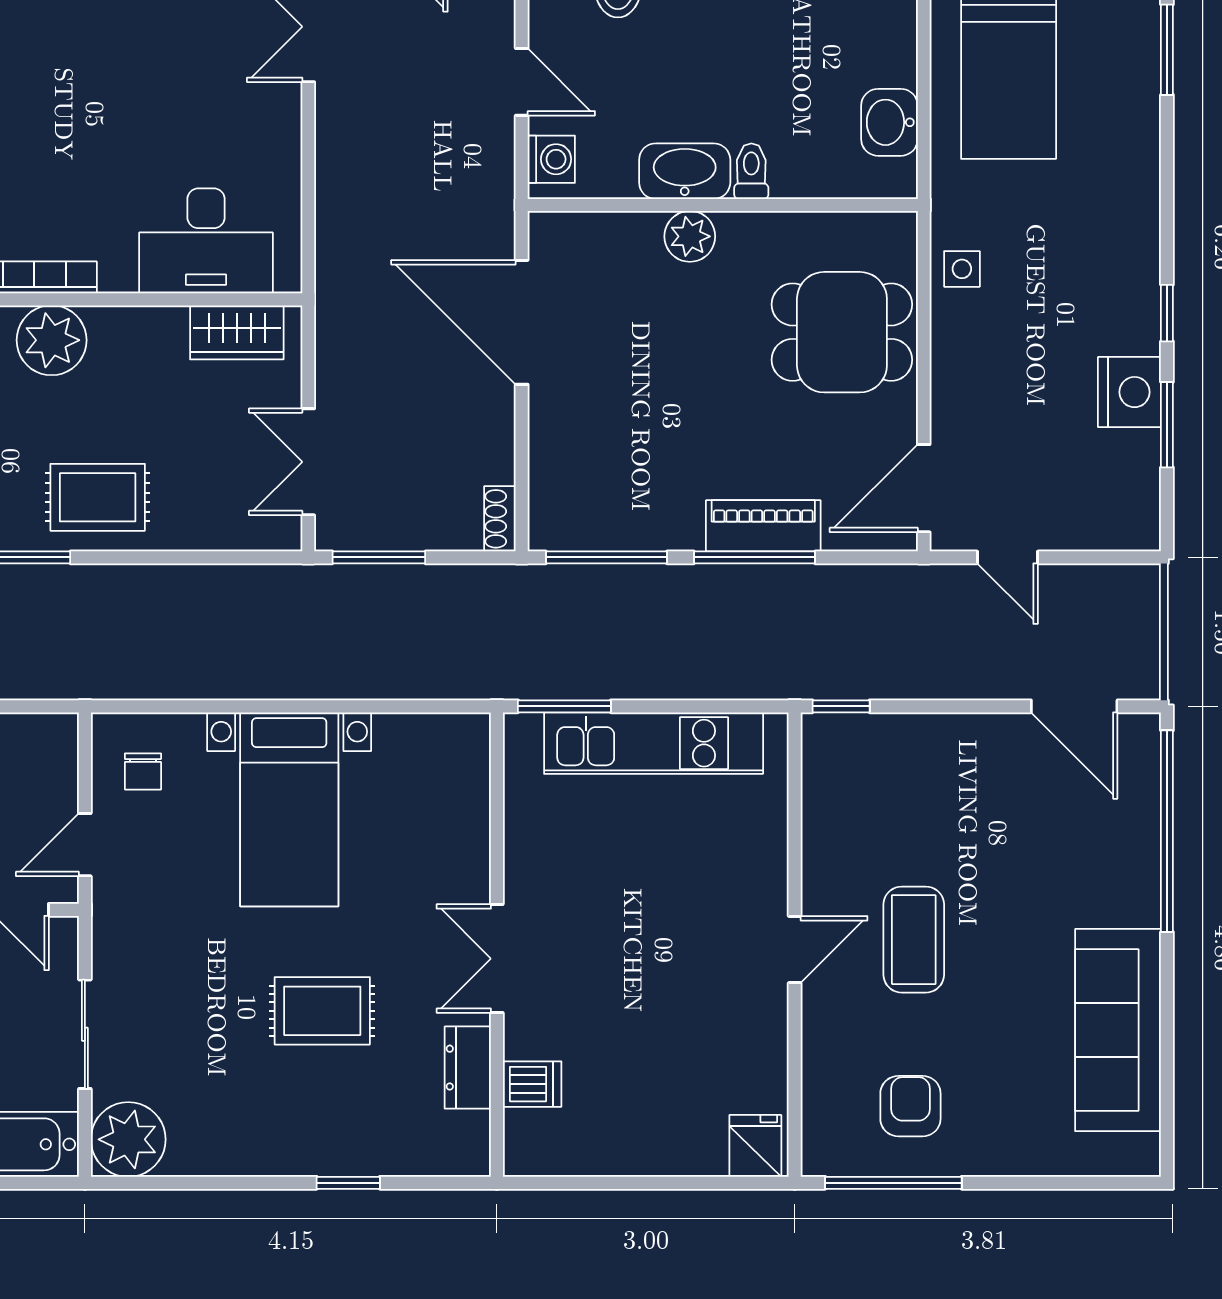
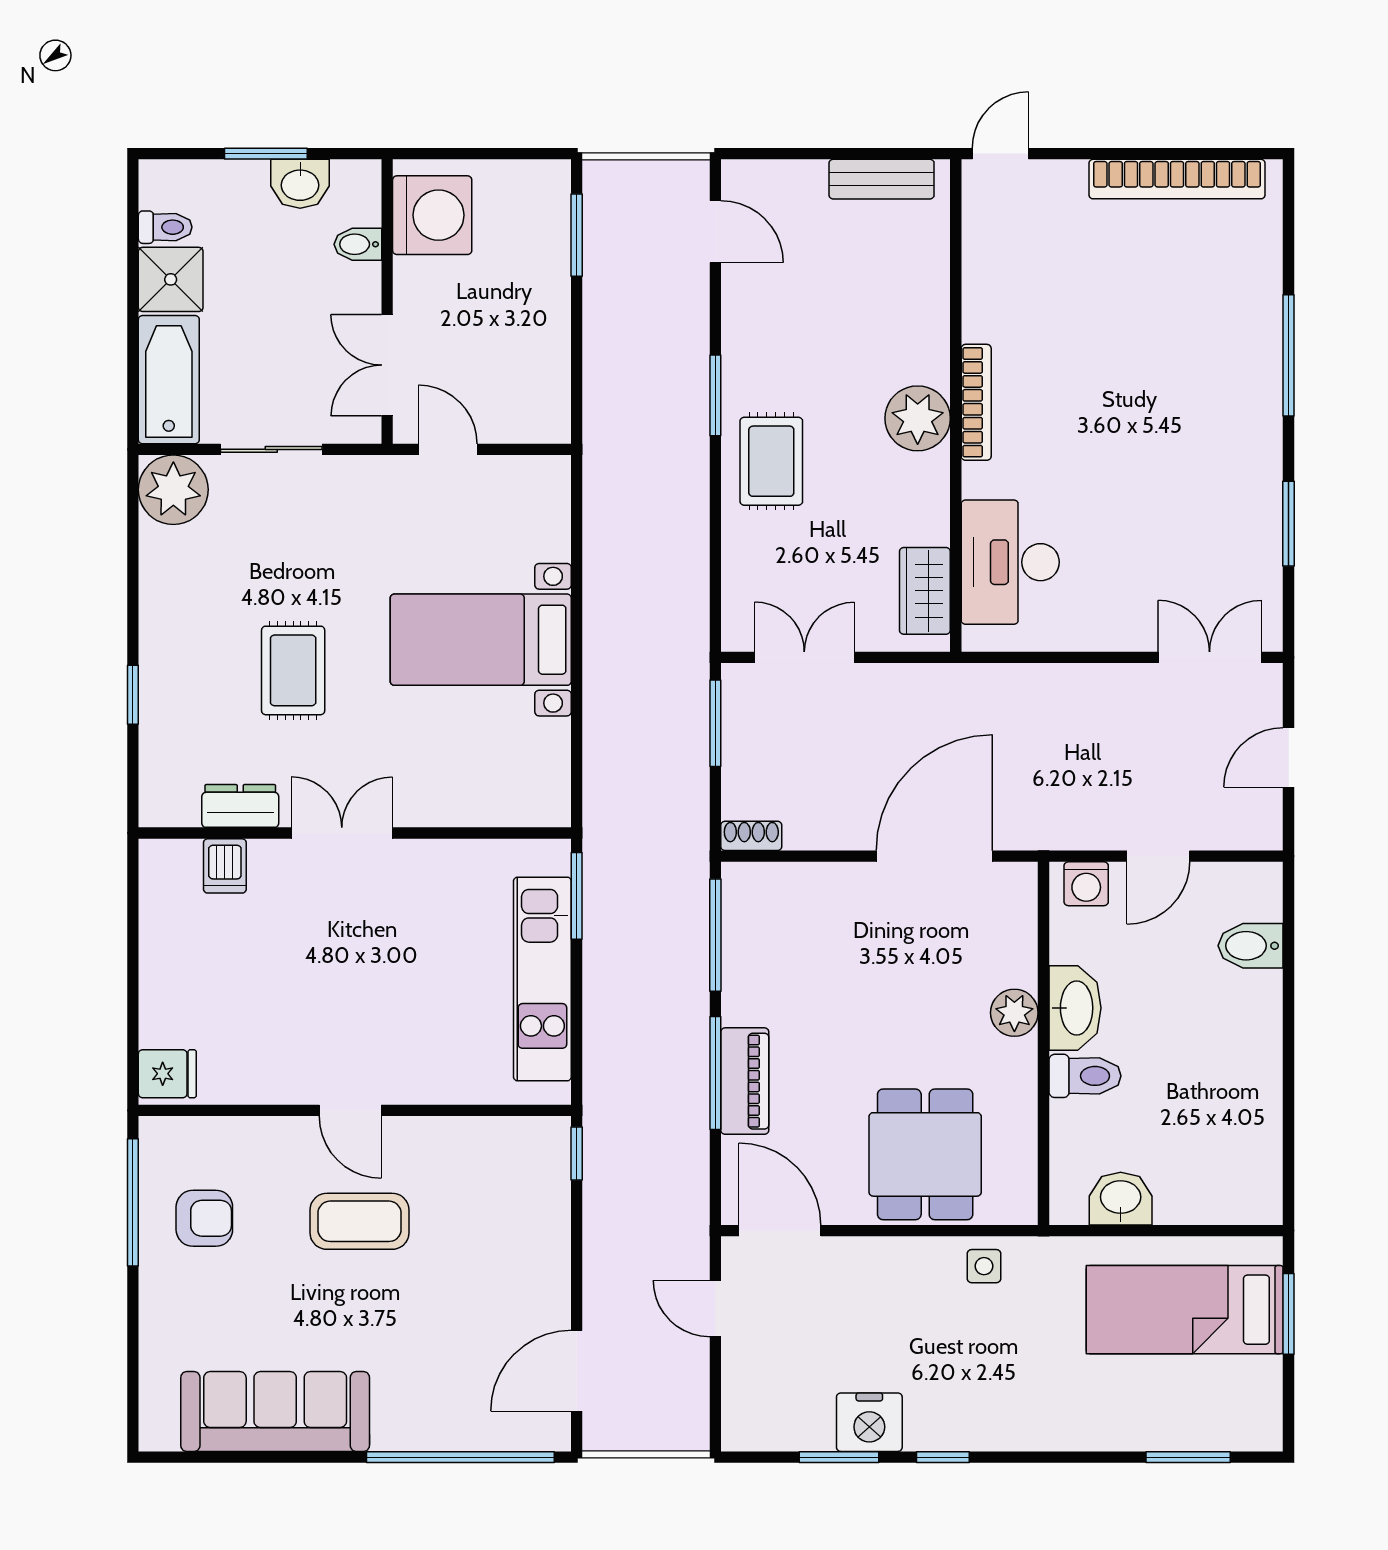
toilet: (751, 171) -> (1085, 1076), width x1.37, depth x1.39
door: (1008, 557) -> (715, 1309), hinge flipped
chair: (143, 771) -> (516, 503), removed

